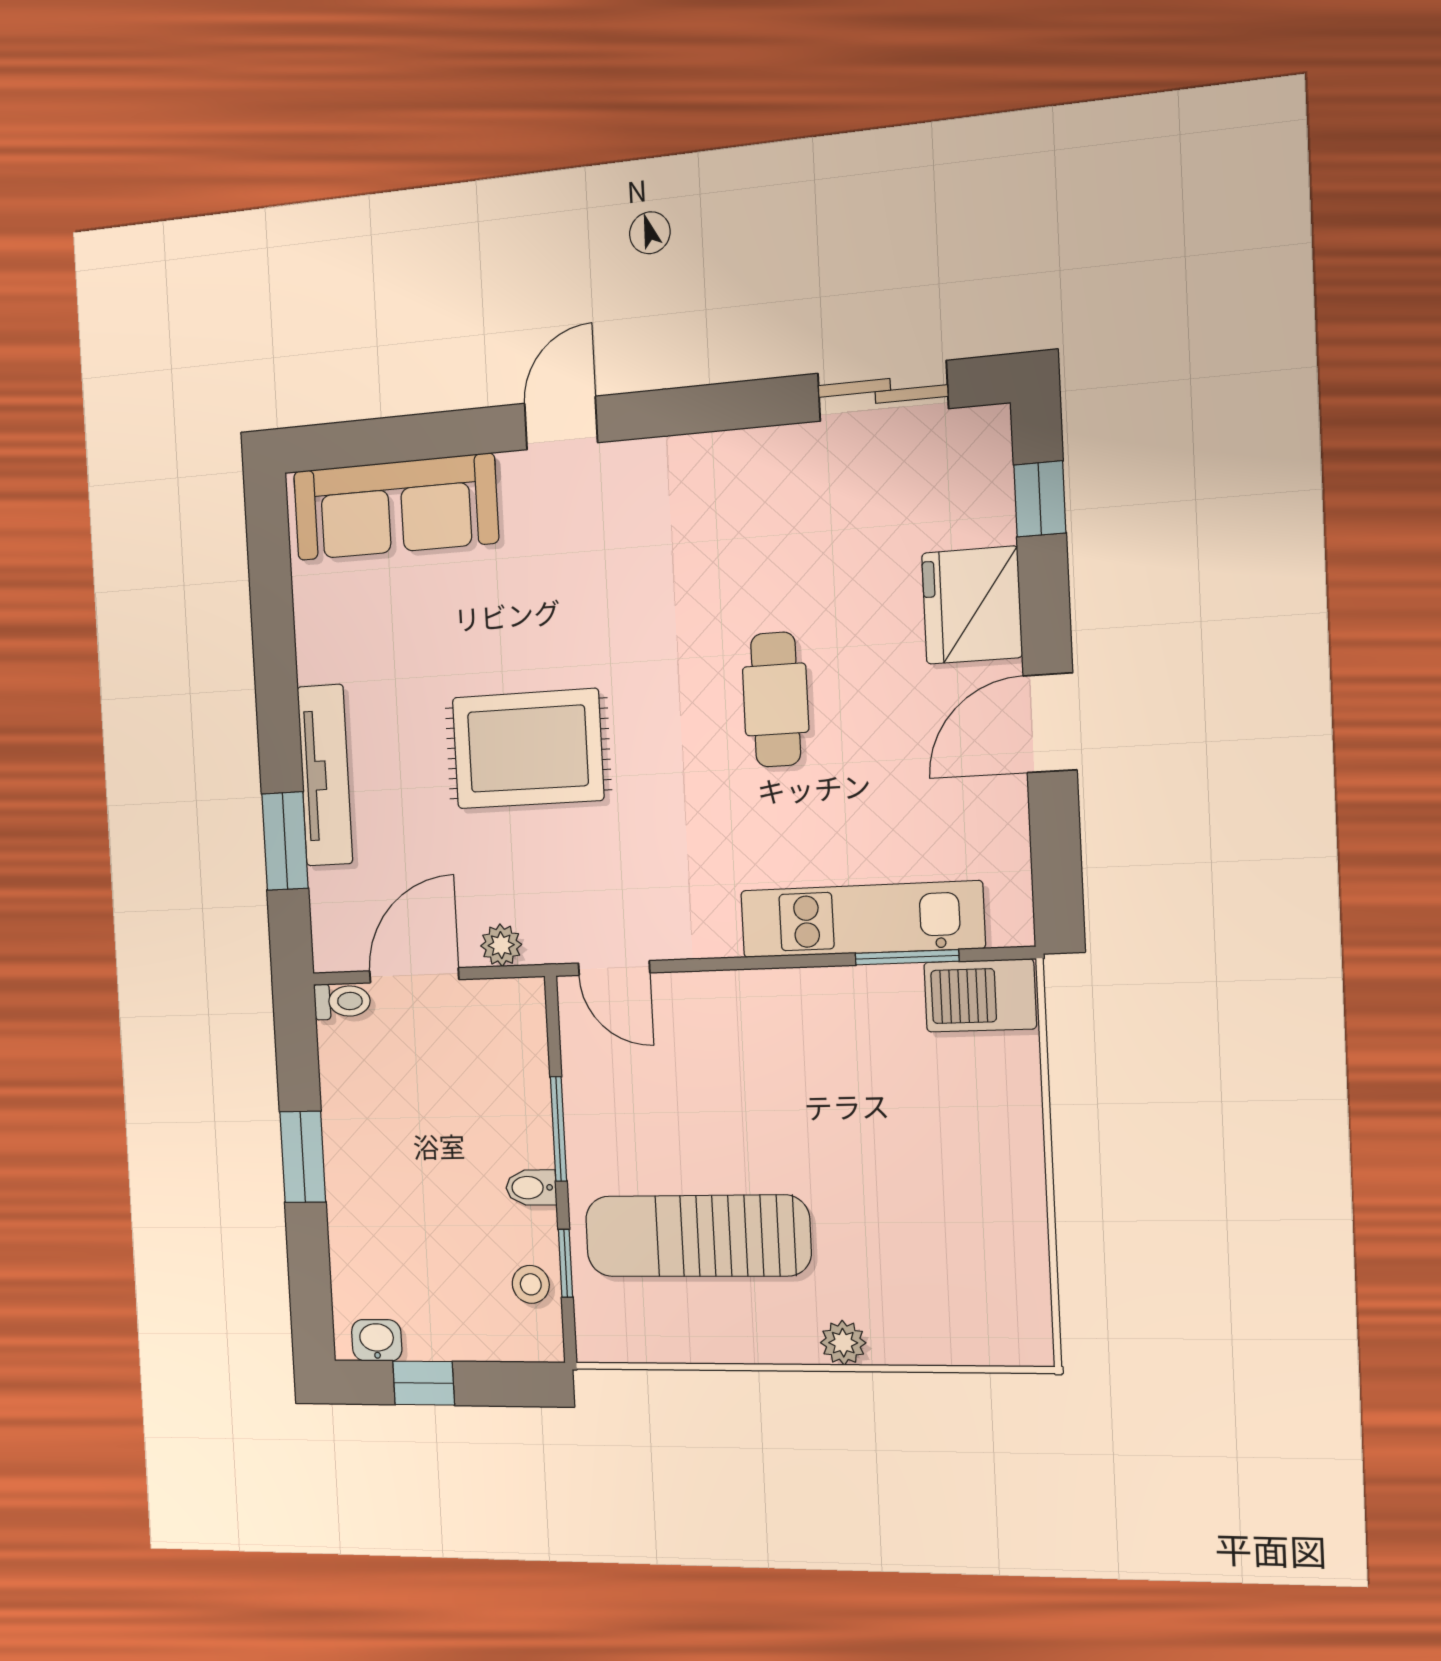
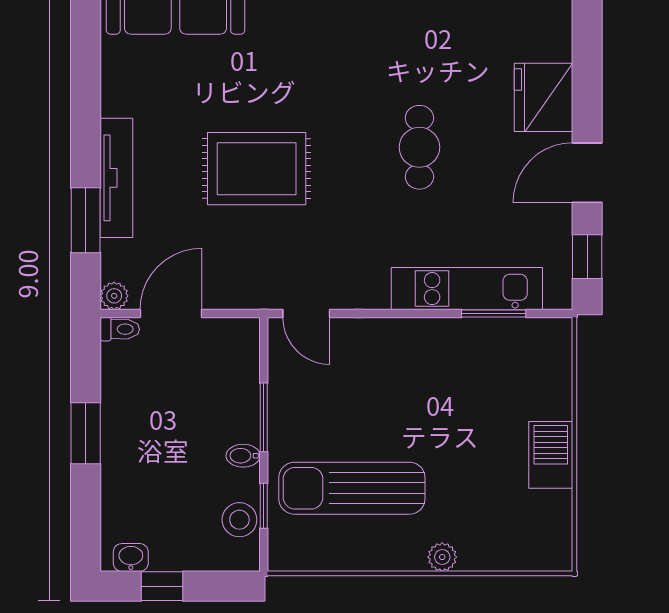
window: (1040, 499) -> (587, 257), moved
plant: (501, 945) -> (114, 296), moved
barbecue: (980, 996) -> (551, 455), moved, turned 90
stool: (531, 1284) -> (239, 520), width x1.37, depth x1.37

